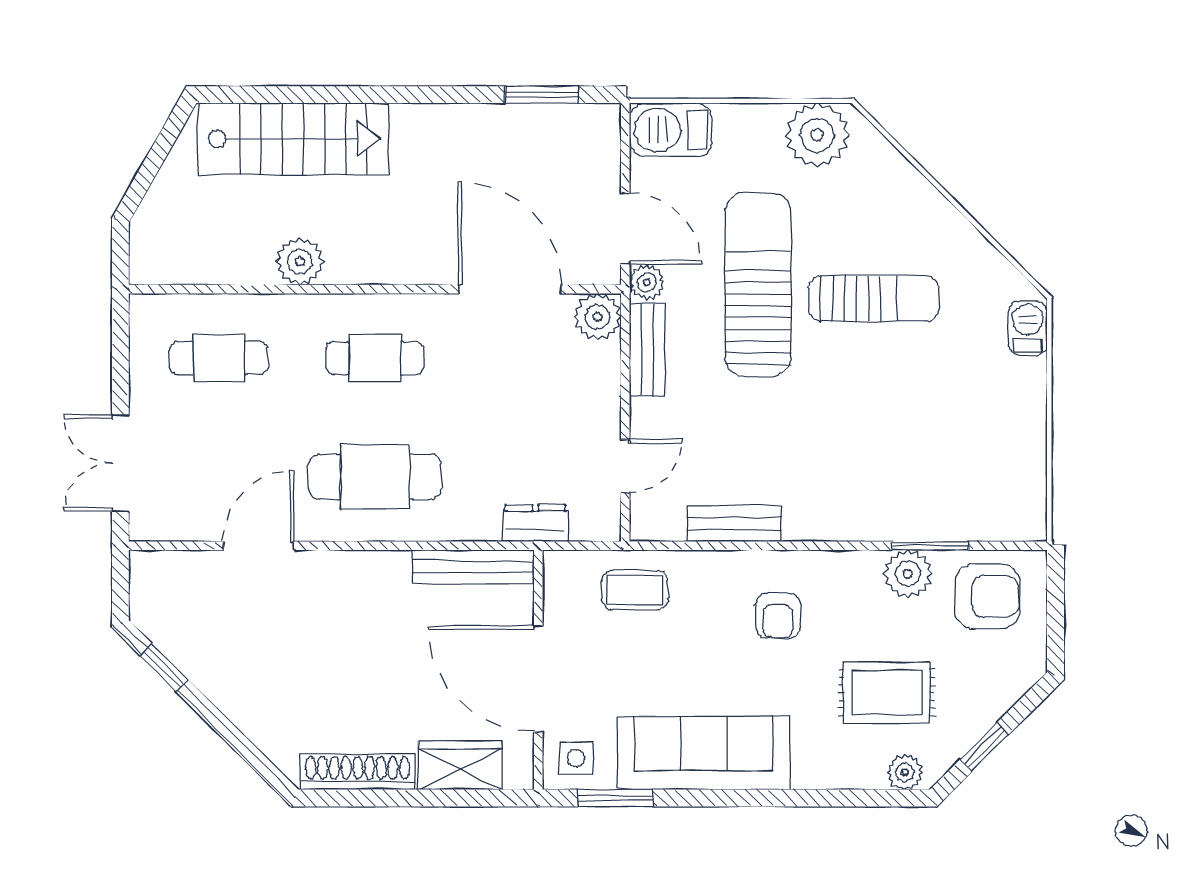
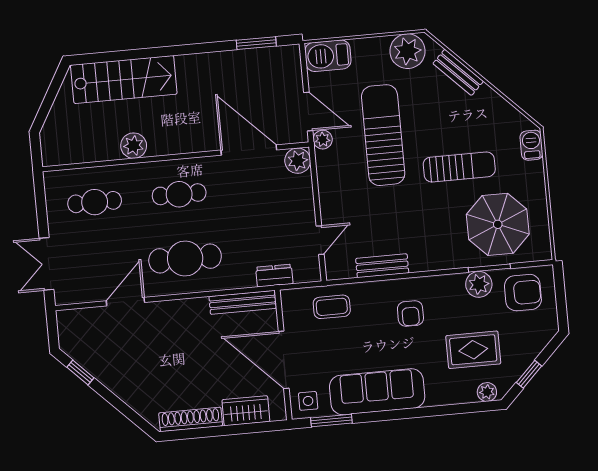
sun lounger: (874, 298) -> (459, 167), moved
bench: (647, 349) -> (458, 72), moved, turned -45
parasol: (953, 467) -> (498, 224), added

